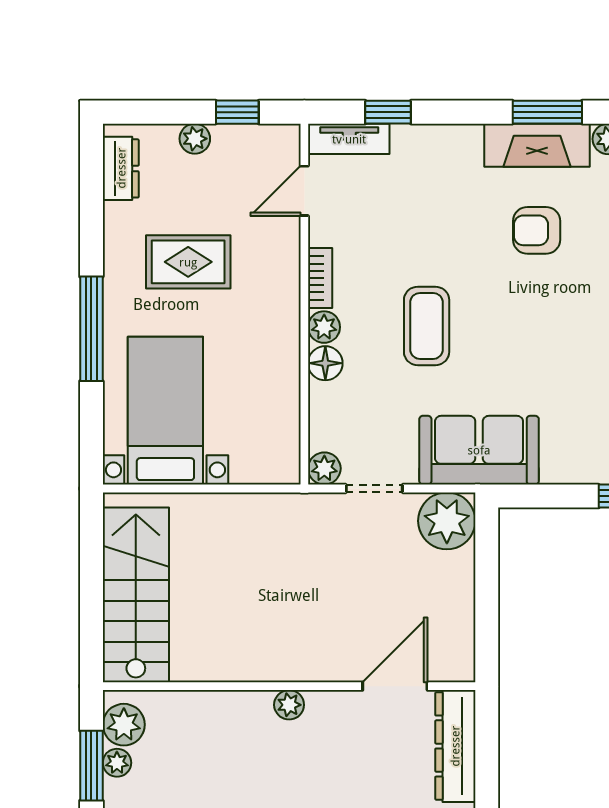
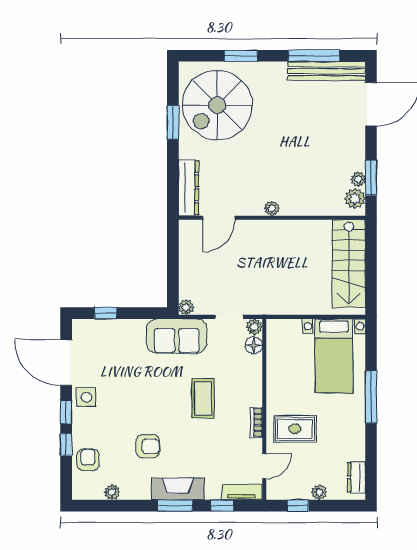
window: (547, 112) -> (175, 506), moved
fireplace: (537, 145) -> (178, 489), moved
rug: (188, 262) -> (295, 429), moved
plant: (324, 327) -> (254, 398), removed
floor lamp: (325, 363) -> (254, 345), moved
plant: (447, 521) -> (186, 307), width x0.53, depth x0.53

